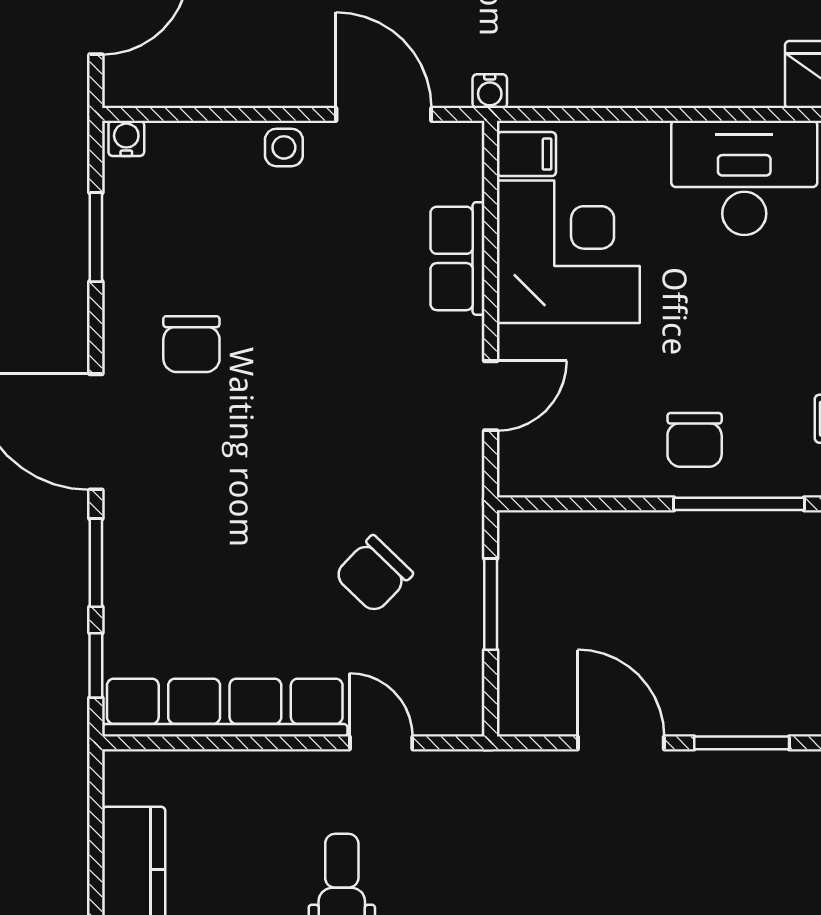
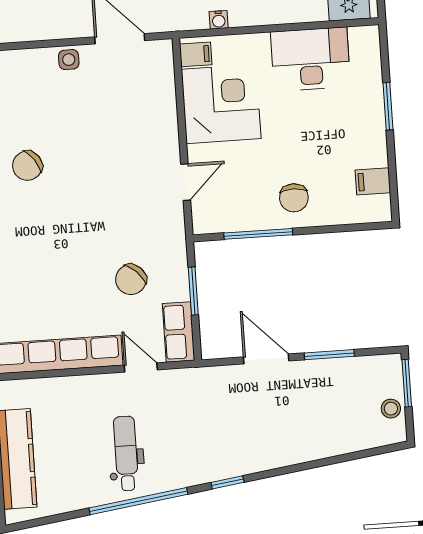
water cooler: (490, 91) -> (219, 20), moved
row of seats: (458, 258) -> (179, 332), moved
chair: (191, 344) -> (27, 166), turned 55
window: (739, 504) -> (258, 234), moved

